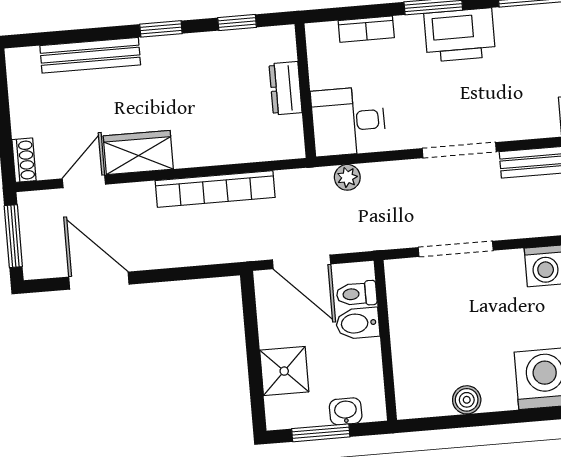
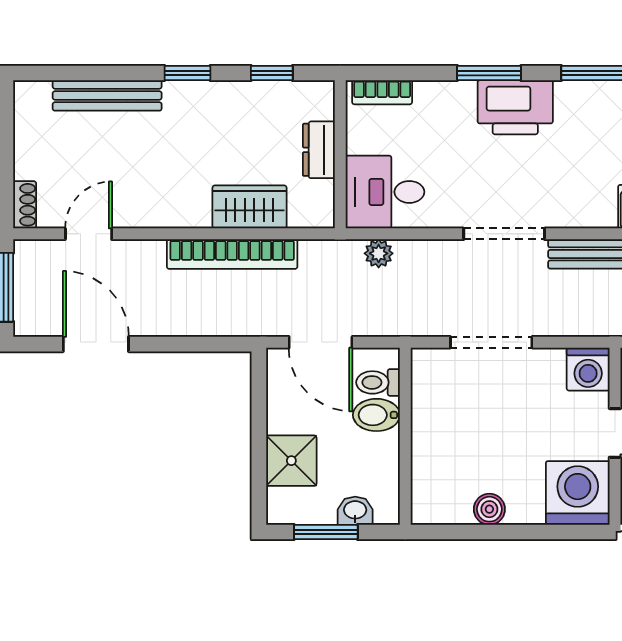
bookcase: (366, 29) -> (382, 92), moved
wardrobe: (138, 153) -> (250, 207), moved

